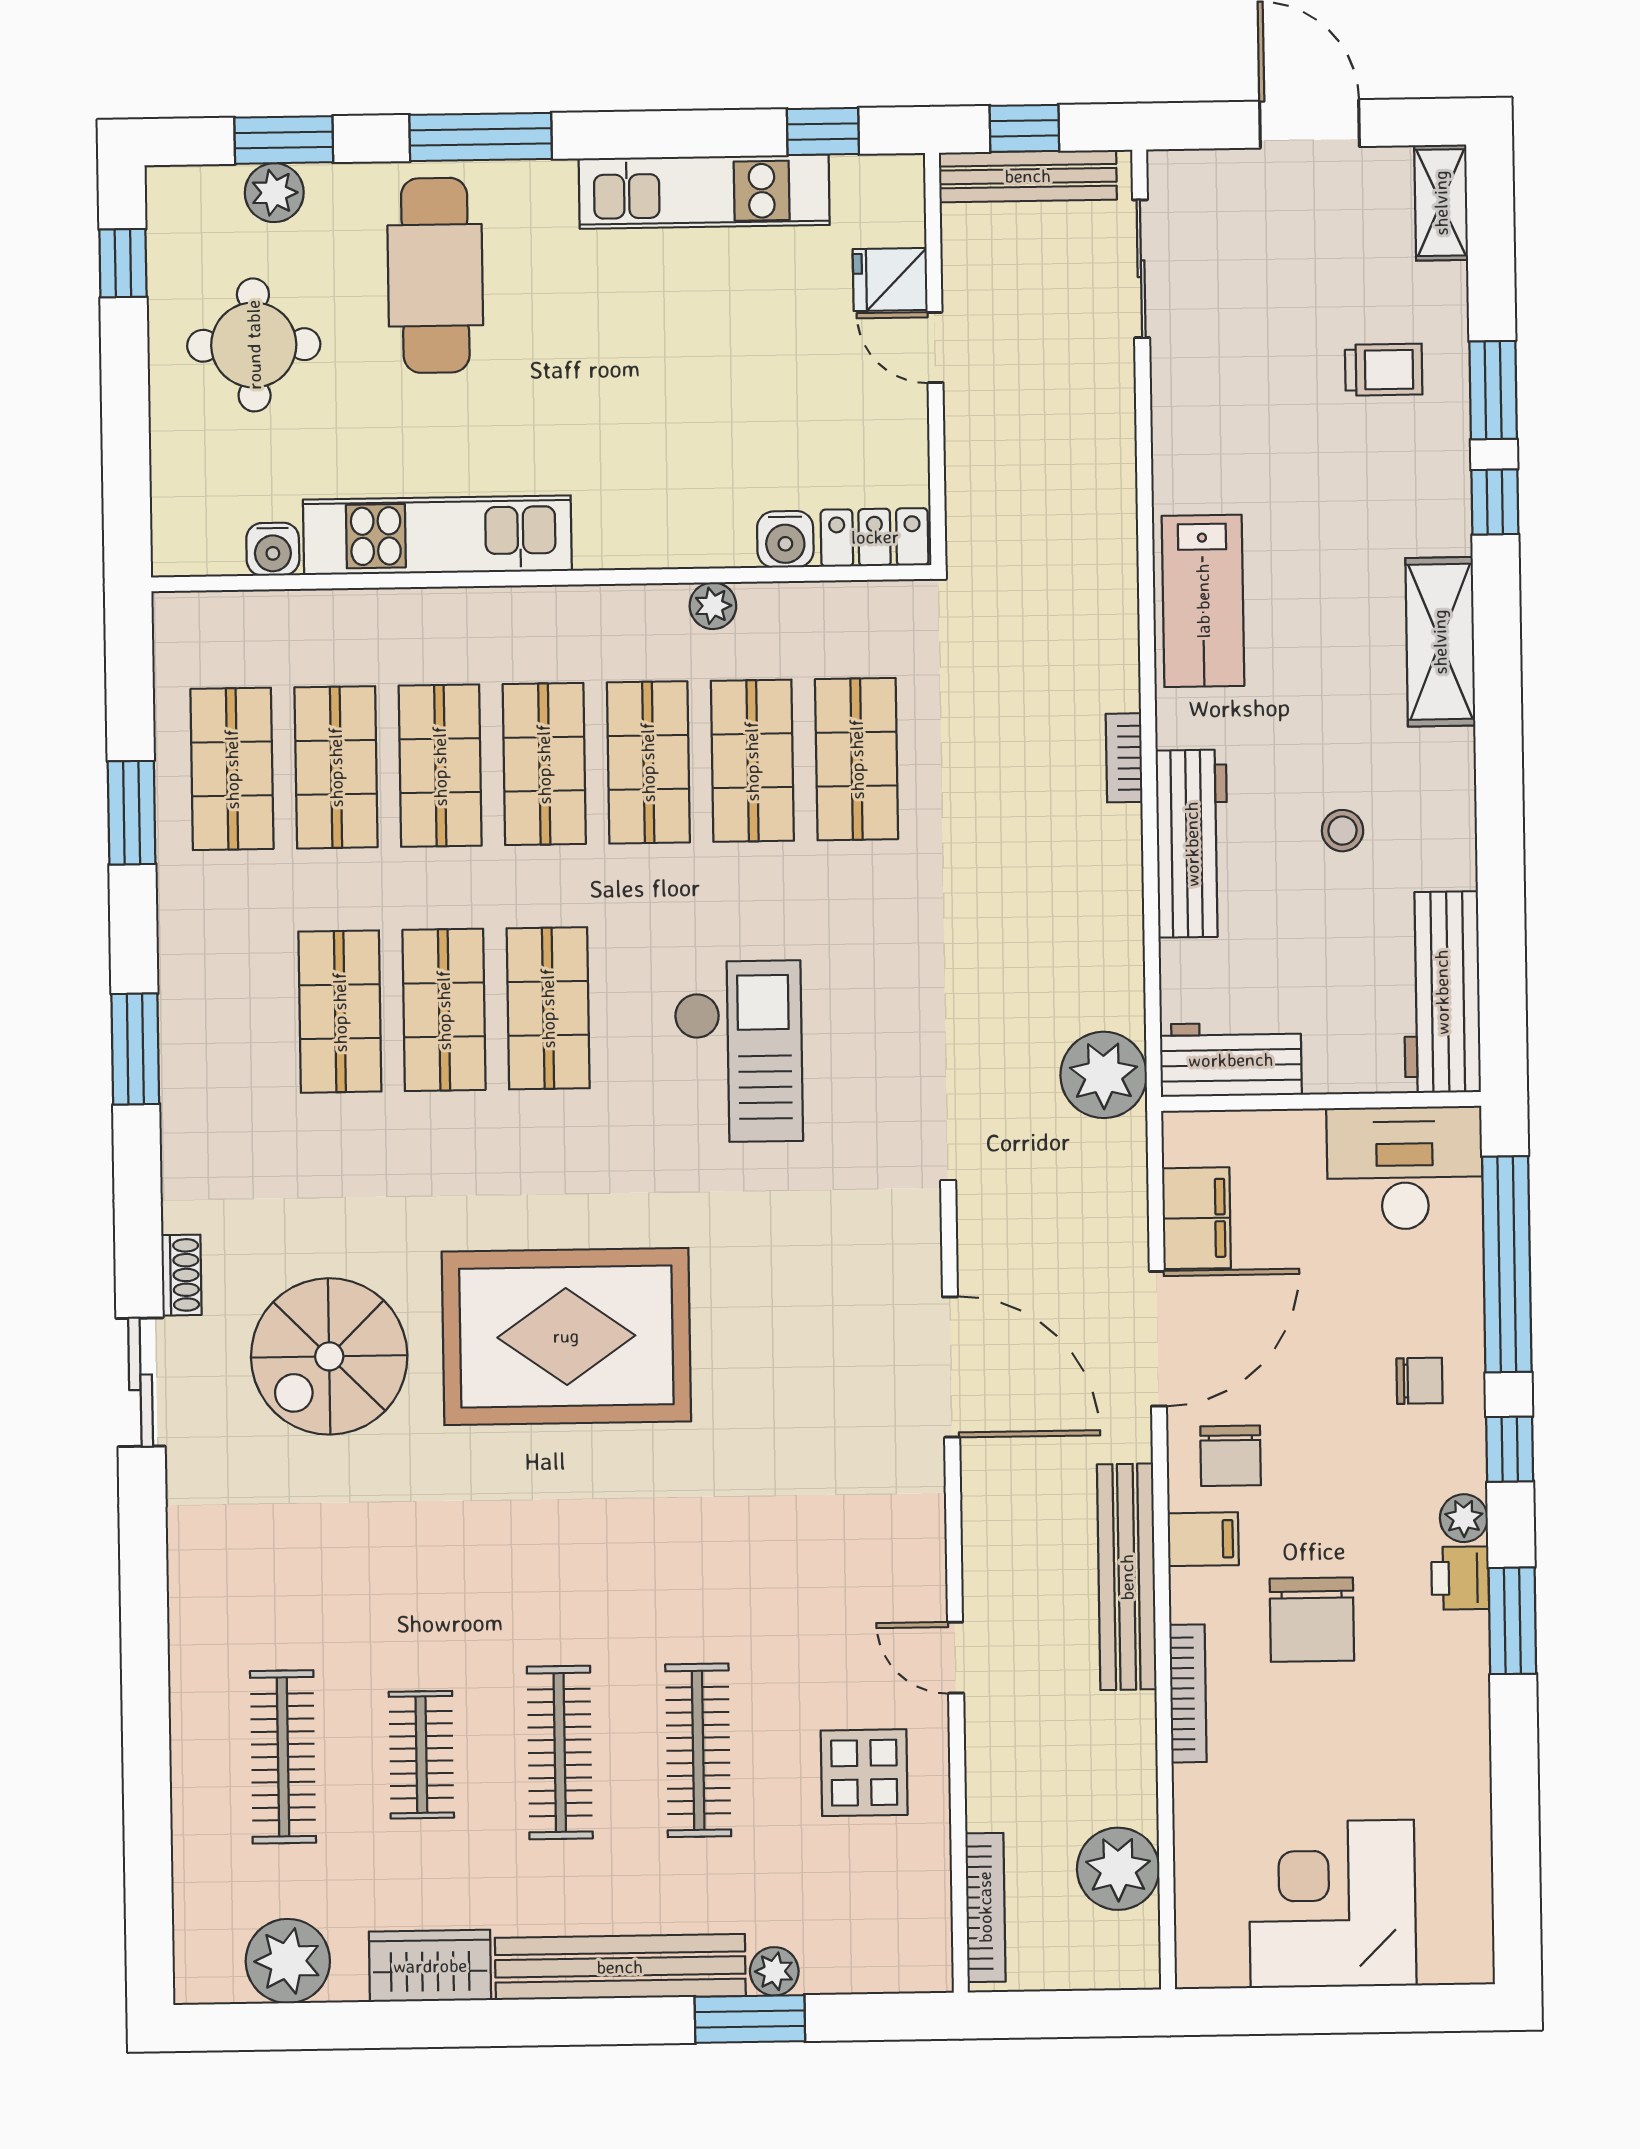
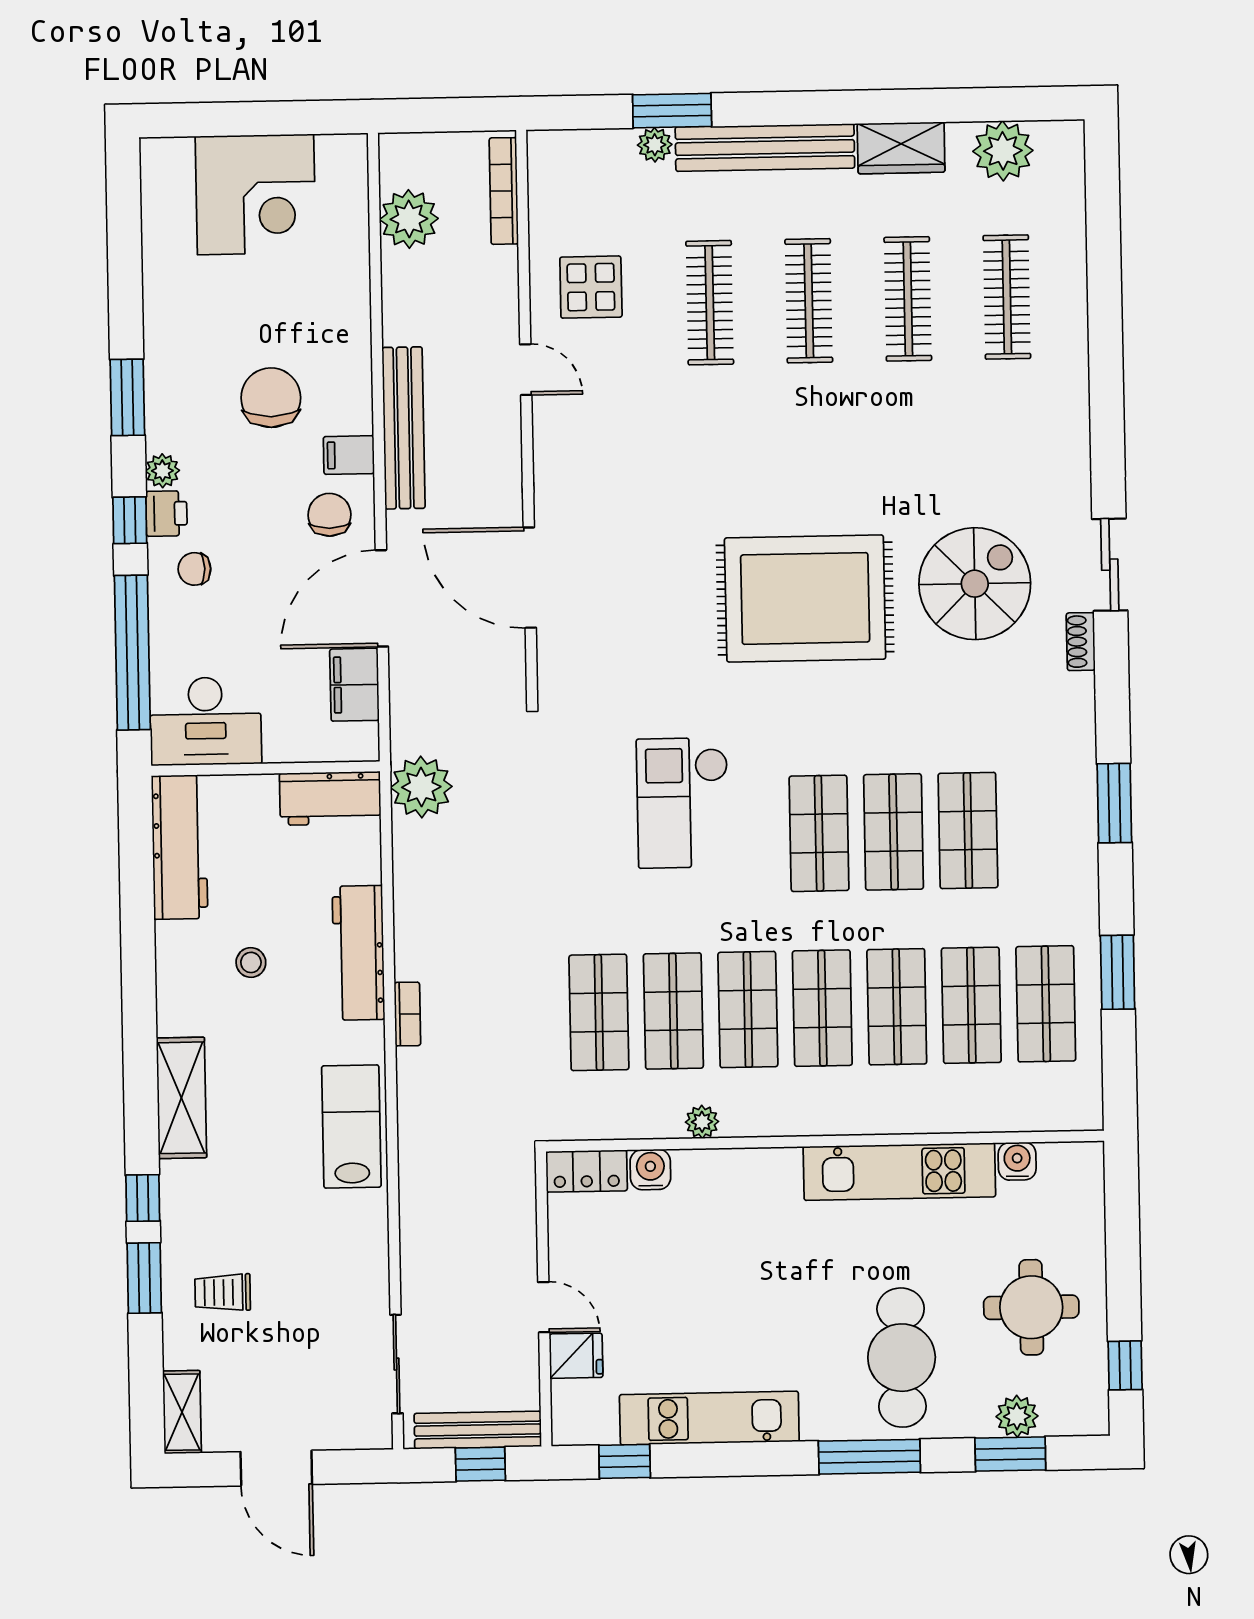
printer: (1460, 1578) -> (167, 514), moved
bookcase: (1188, 1693) -> (359, 345), removed
clothes rail: (421, 1755) -> (908, 299), width x1.36

